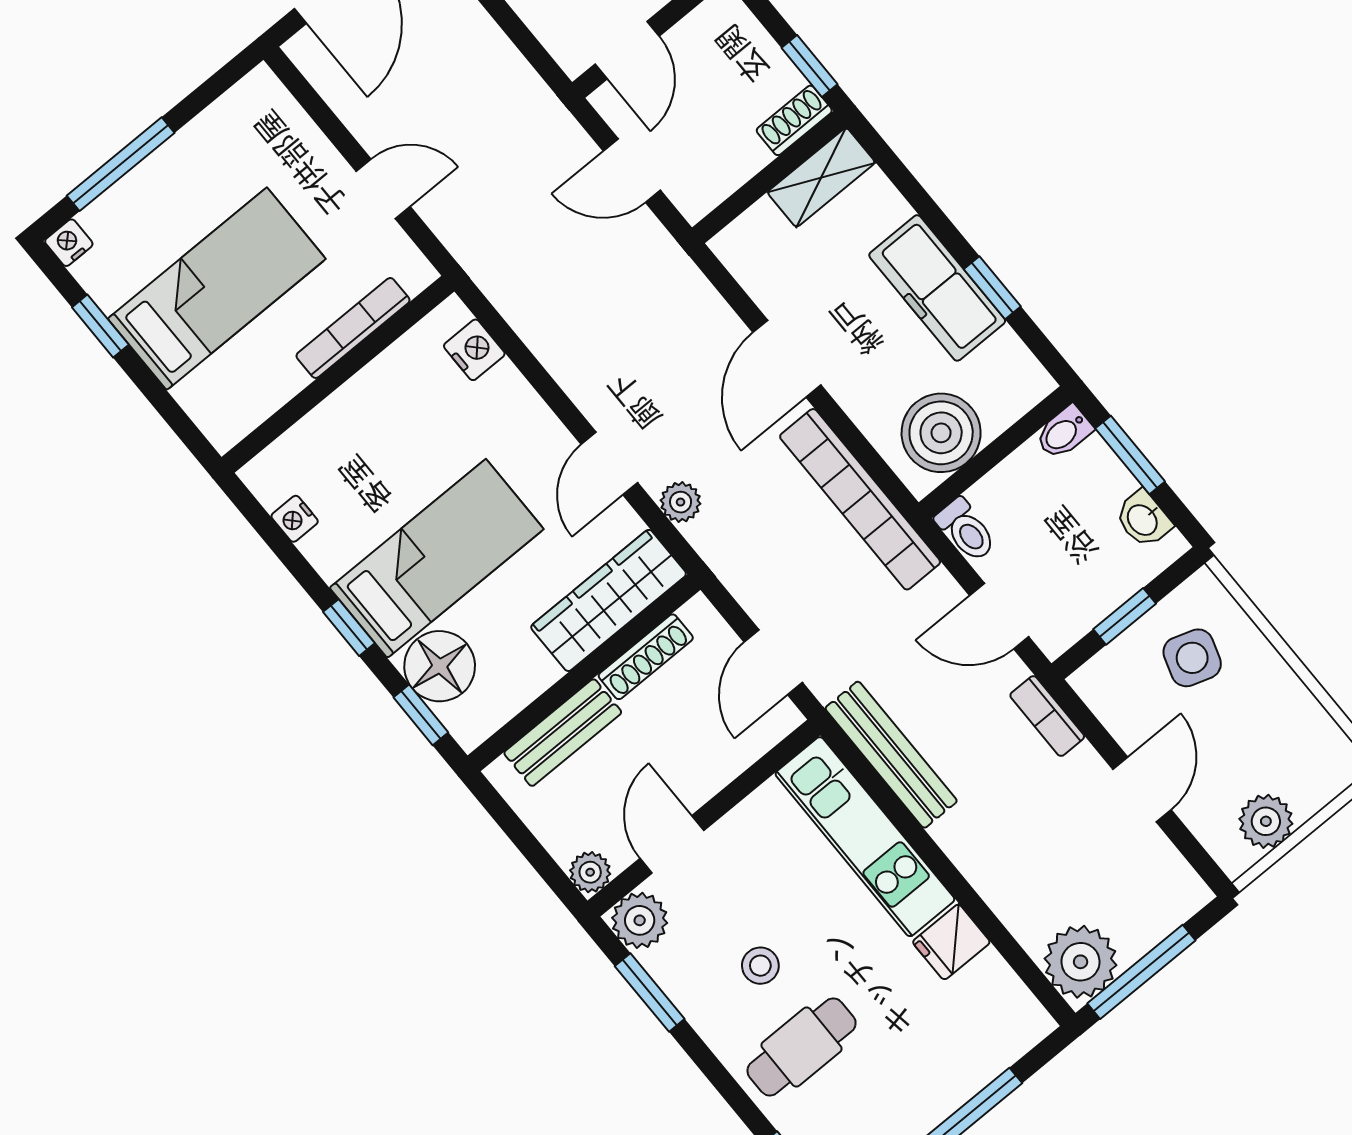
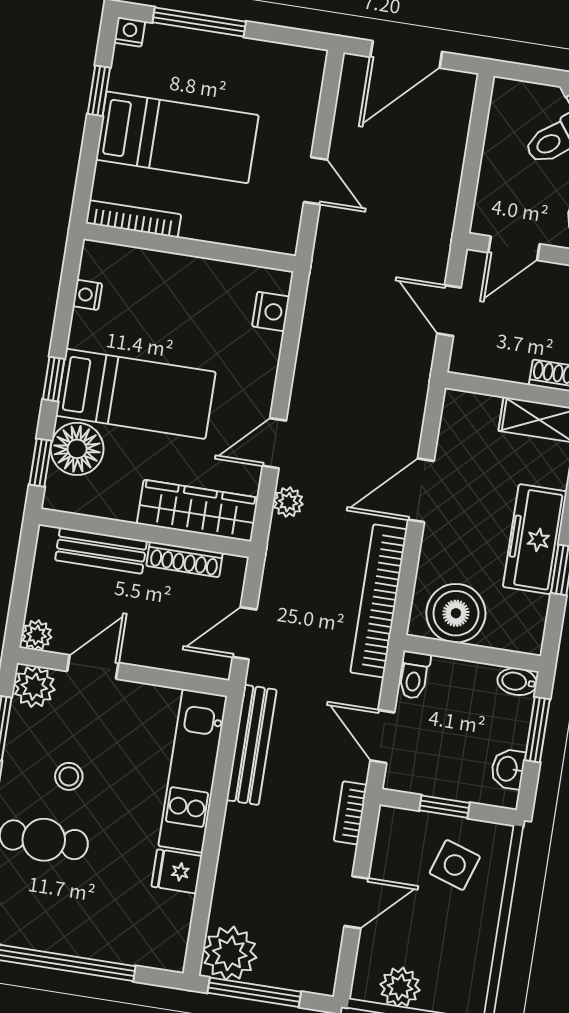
bookcase: (353, 328) -> (133, 219), moved

